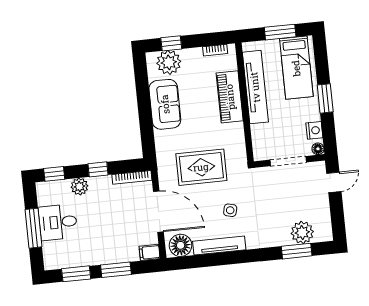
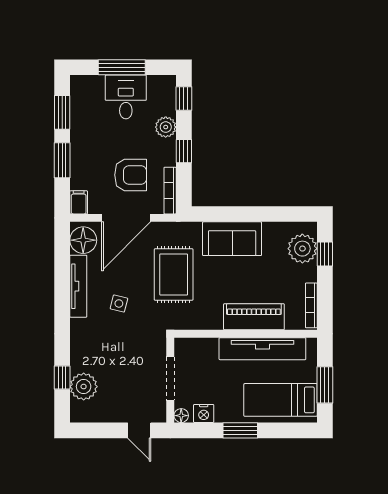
bookcase: (215, 50) -> (311, 305), width x1.56
sofa: (165, 104) -> (232, 239), moved
armchair: (122, 212) -> (131, 175), added
window: (297, 251) -> (62, 378), width x0.67

